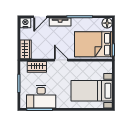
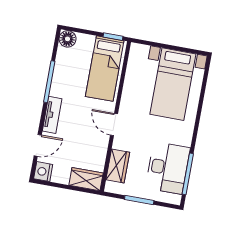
door: (40, 17) -> (38, 145), hinge flipped
bed: (93, 44) -> (105, 69), width x0.67
door: (61, 60) -> (114, 125), hinge flipped

